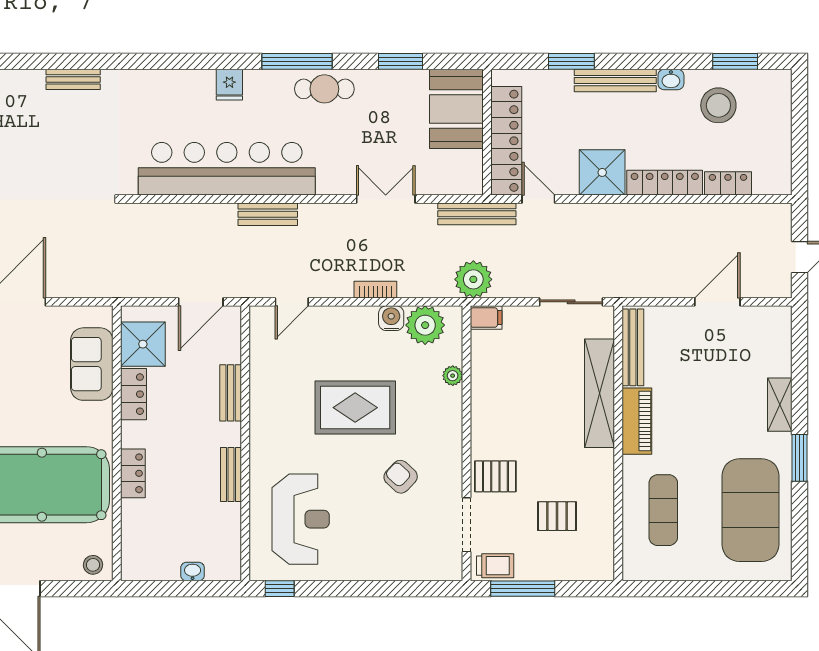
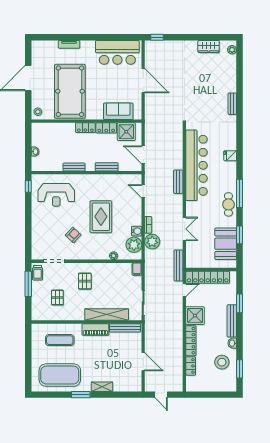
fridge: (229, 85) -> (230, 156), moved
booth: (456, 109) -> (226, 244), moved, turned 90
plant: (473, 279) -> (152, 242), moved
locker: (133, 473) -> (85, 128), moved
pallet: (495, 476) -> (85, 281), moved

